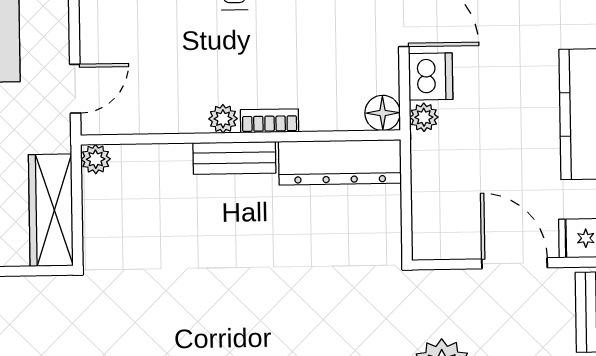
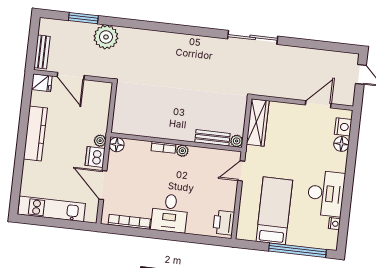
bench: (234, 158) -> (212, 138), moved
dresser: (340, 162) -> (137, 127), removed

